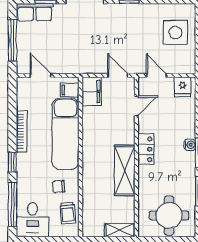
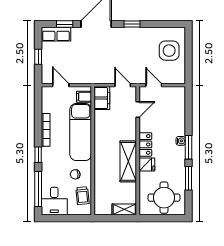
window: (12, 40) -> (38, 57), width x0.46
fridge: (183, 87) -> (147, 165), moved, turned -90

